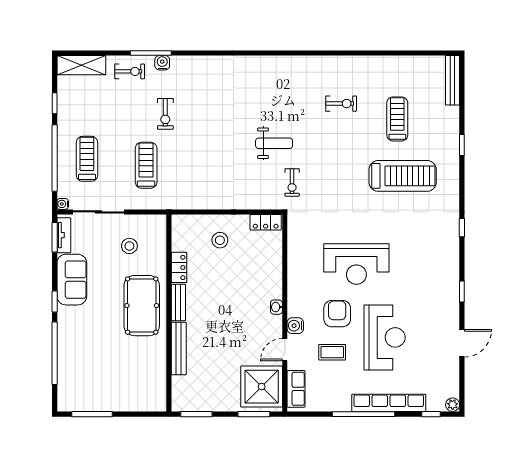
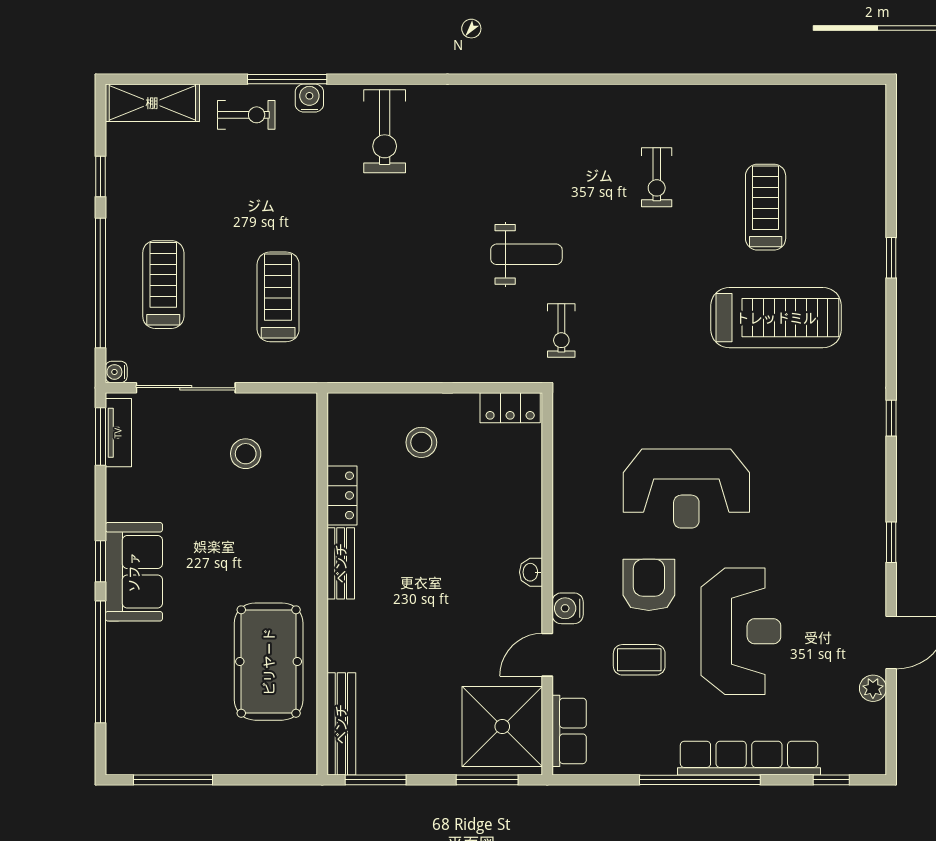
bench: (453, 80) -> (873, 132), removed
exercise bike: (341, 104) -> (657, 177), turned 90
exercise bike: (165, 114) -> (385, 131), moved, width x1.38, depth x1.39
sofa: (72, 280) -> (134, 572), moved
pool table: (142, 306) -> (269, 662), moved
bench: (179, 349) -> (341, 724), moved
plant: (453, 405) -> (873, 688), moved

